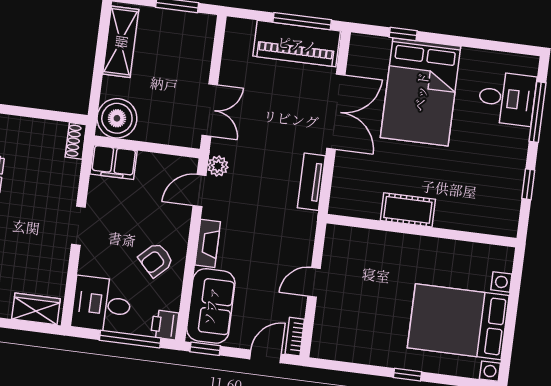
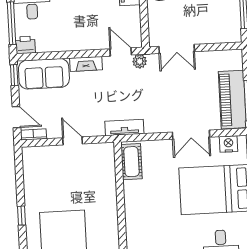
nightstand: (359, 61) -> (229, 144), added
double door: (336, 112) -> (191, 135), width x0.73
tv unit: (311, 182) -> (124, 128), moved
cot: (408, 210) -> (132, 162), moved
armchair: (156, 260) -> (68, 31), removed

